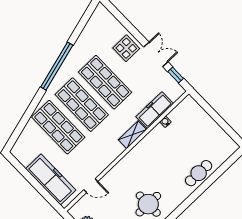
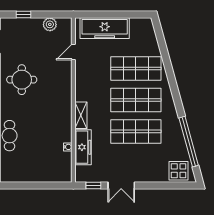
display table: (126, 48) -> (179, 171), moved
window: (57, 66) -> (189, 142), moved

